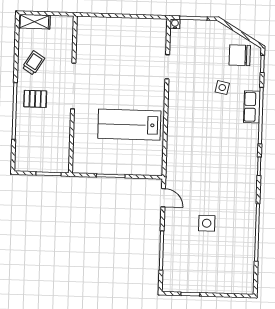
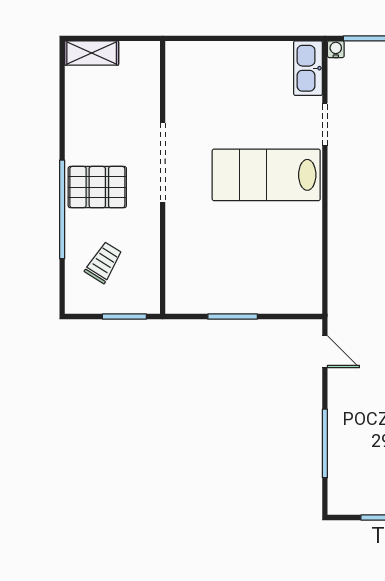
kitchen sink: (159, 34) -> (308, 68), added
trolley: (33, 63) -> (104, 262), moved
pallet: (35, 99) -> (97, 187), width x1.50, depth x1.42
lab bench: (129, 125) -> (266, 175), moved

